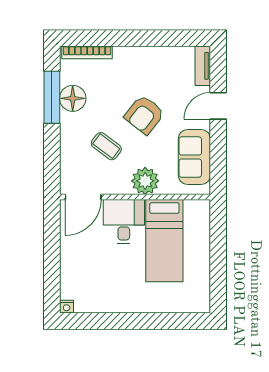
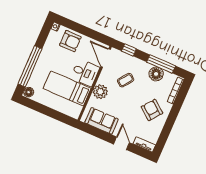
armchair: (144, 115) -> (152, 110), moved
window: (52, 163) -> (129, 50), added
armchair: (80, 270) -> (70, 41), added
floor lamp: (200, 304) -> (29, 92), added
window: (154, 321) -> (30, 66), added

